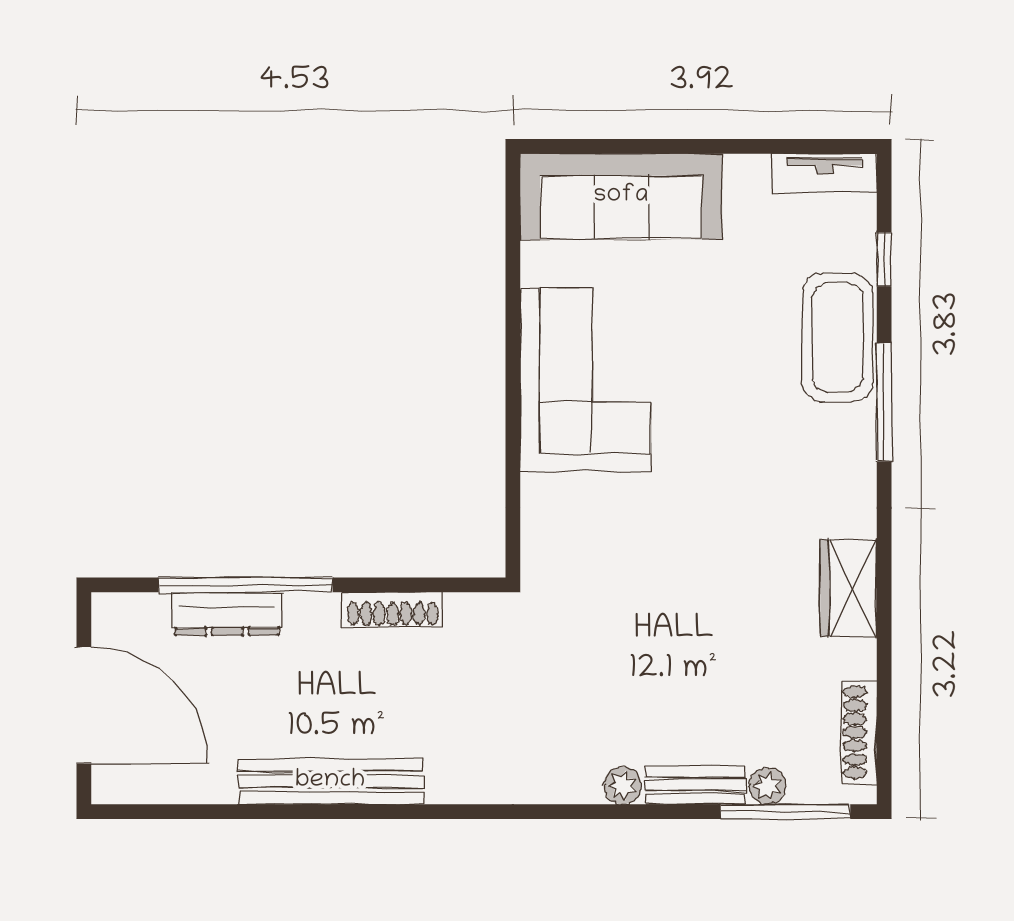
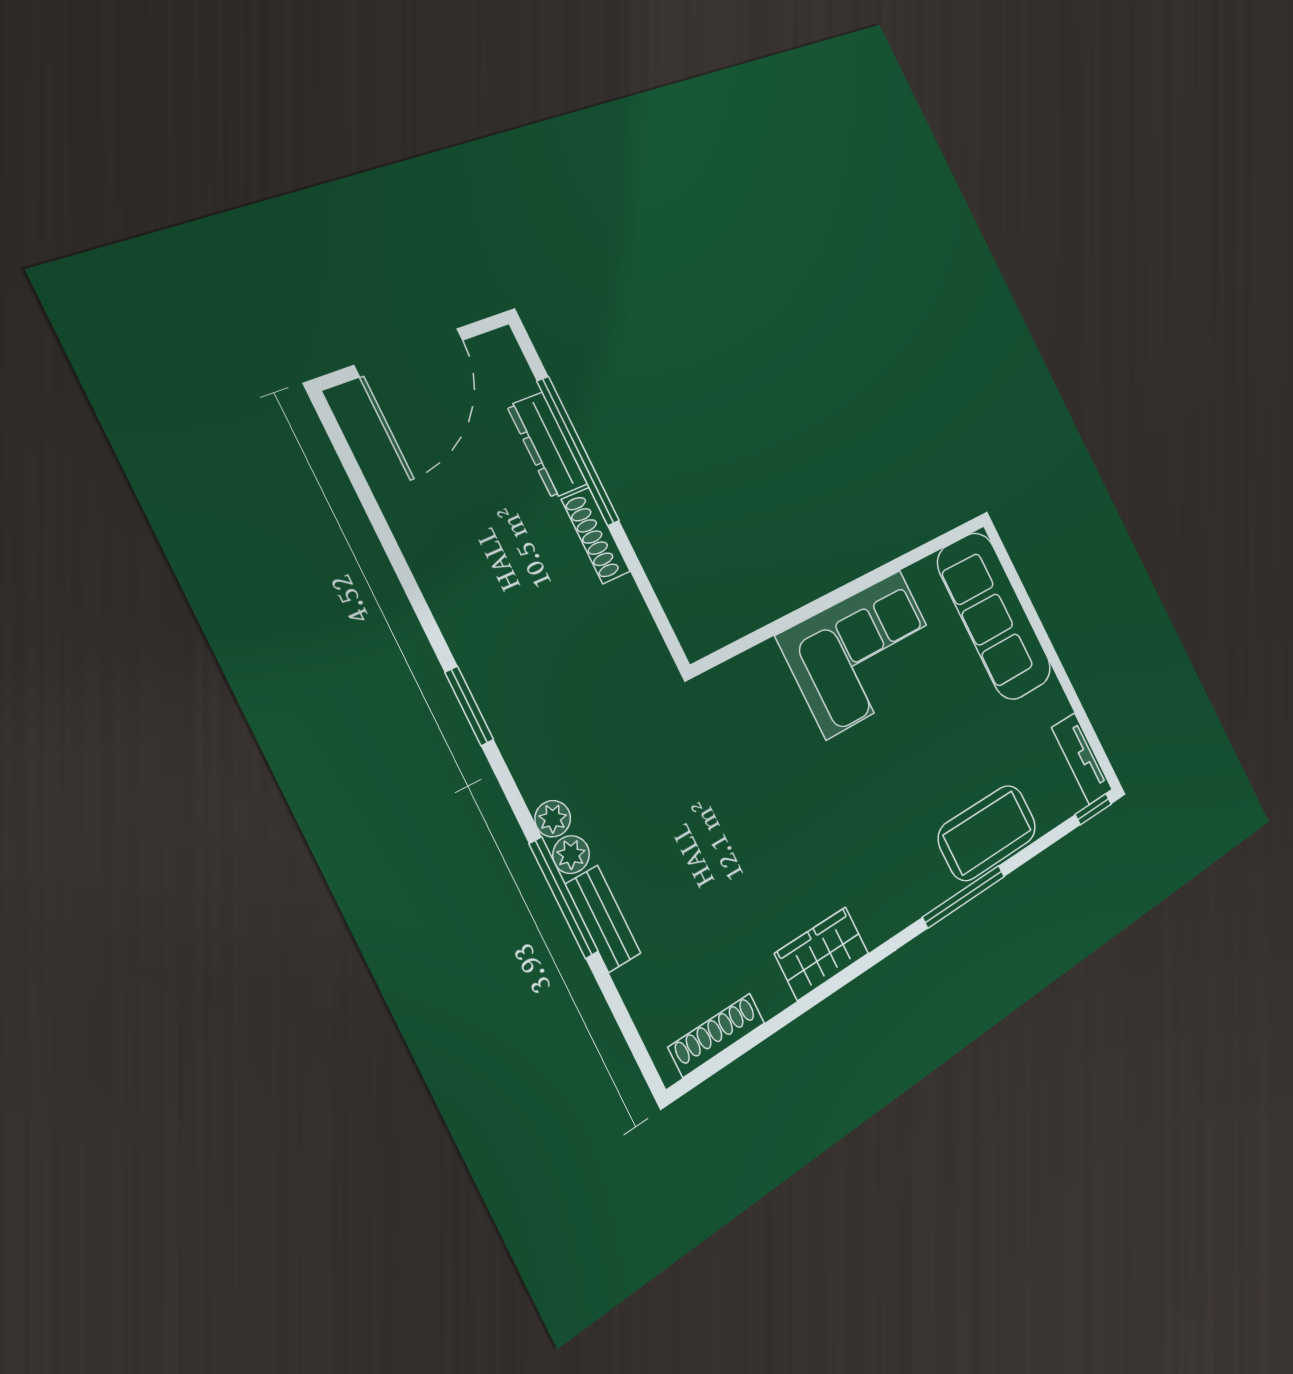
window: (884, 259) -> (1093, 809), moved
shoe rack: (393, 609) -> (596, 535), moved
bench: (330, 781) -> (448, 595), removed
plant: (768, 786) -> (553, 819), moved
window: (441, 812) -> (469, 706), added
window: (785, 812) -> (564, 898), moved

